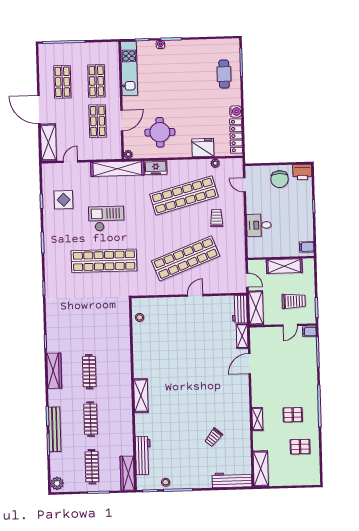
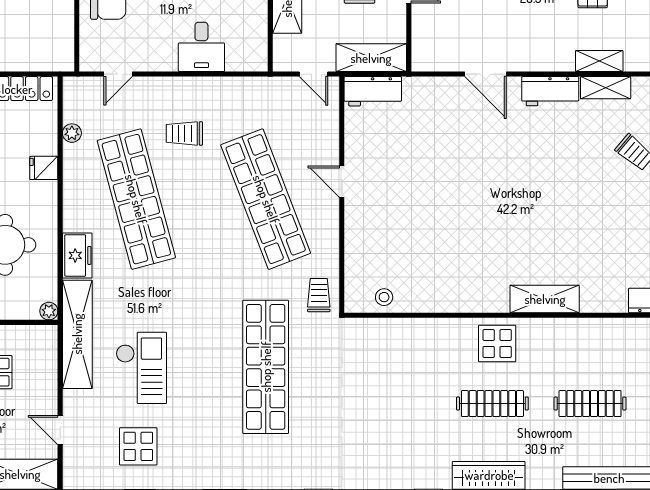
fridge: (203, 148) -> (44, 168), width x0.53, depth x0.75
checkout: (106, 219) -> (141, 368), moved, turned 180
door: (247, 280) -> (313, 74), swing flipped
trolley: (140, 286) -> (319, 295), added
shelving: (242, 336) -> (606, 88), moved
display table: (119, 373) -> (497, 343), added
workbench: (242, 395) -> (550, 91), added

